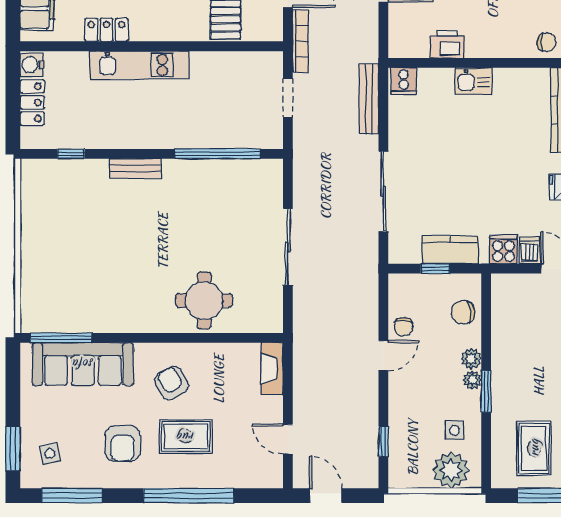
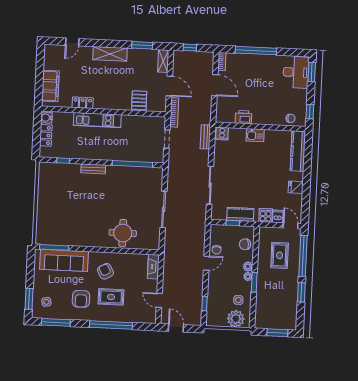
bench: (369, 99) -> (205, 137), width x0.73
rug: (534, 448) -> (280, 255), moved

